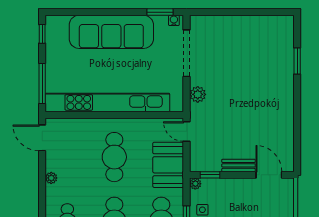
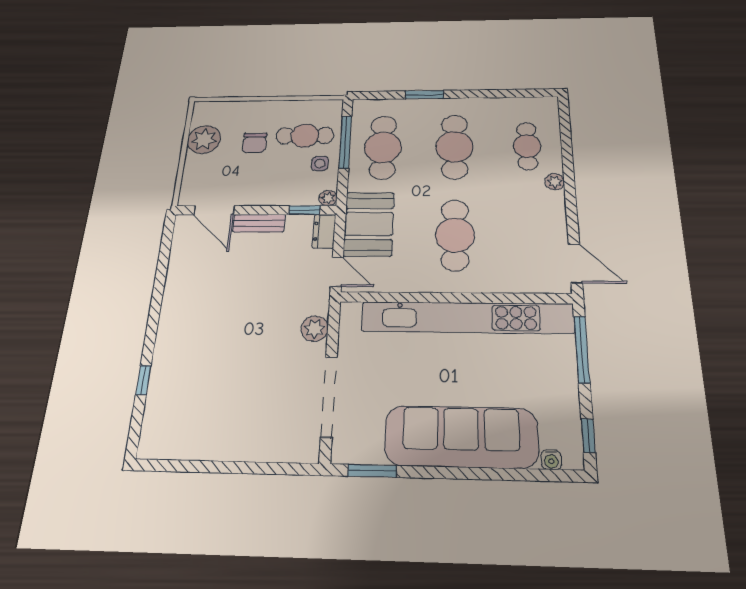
water cooler: (174, 20) -> (551, 460), moved
window: (297, 61) -> (143, 380), width x0.67
dresser: (196, 160) -> (324, 231), added
plant: (51, 178) -> (555, 182), moved

